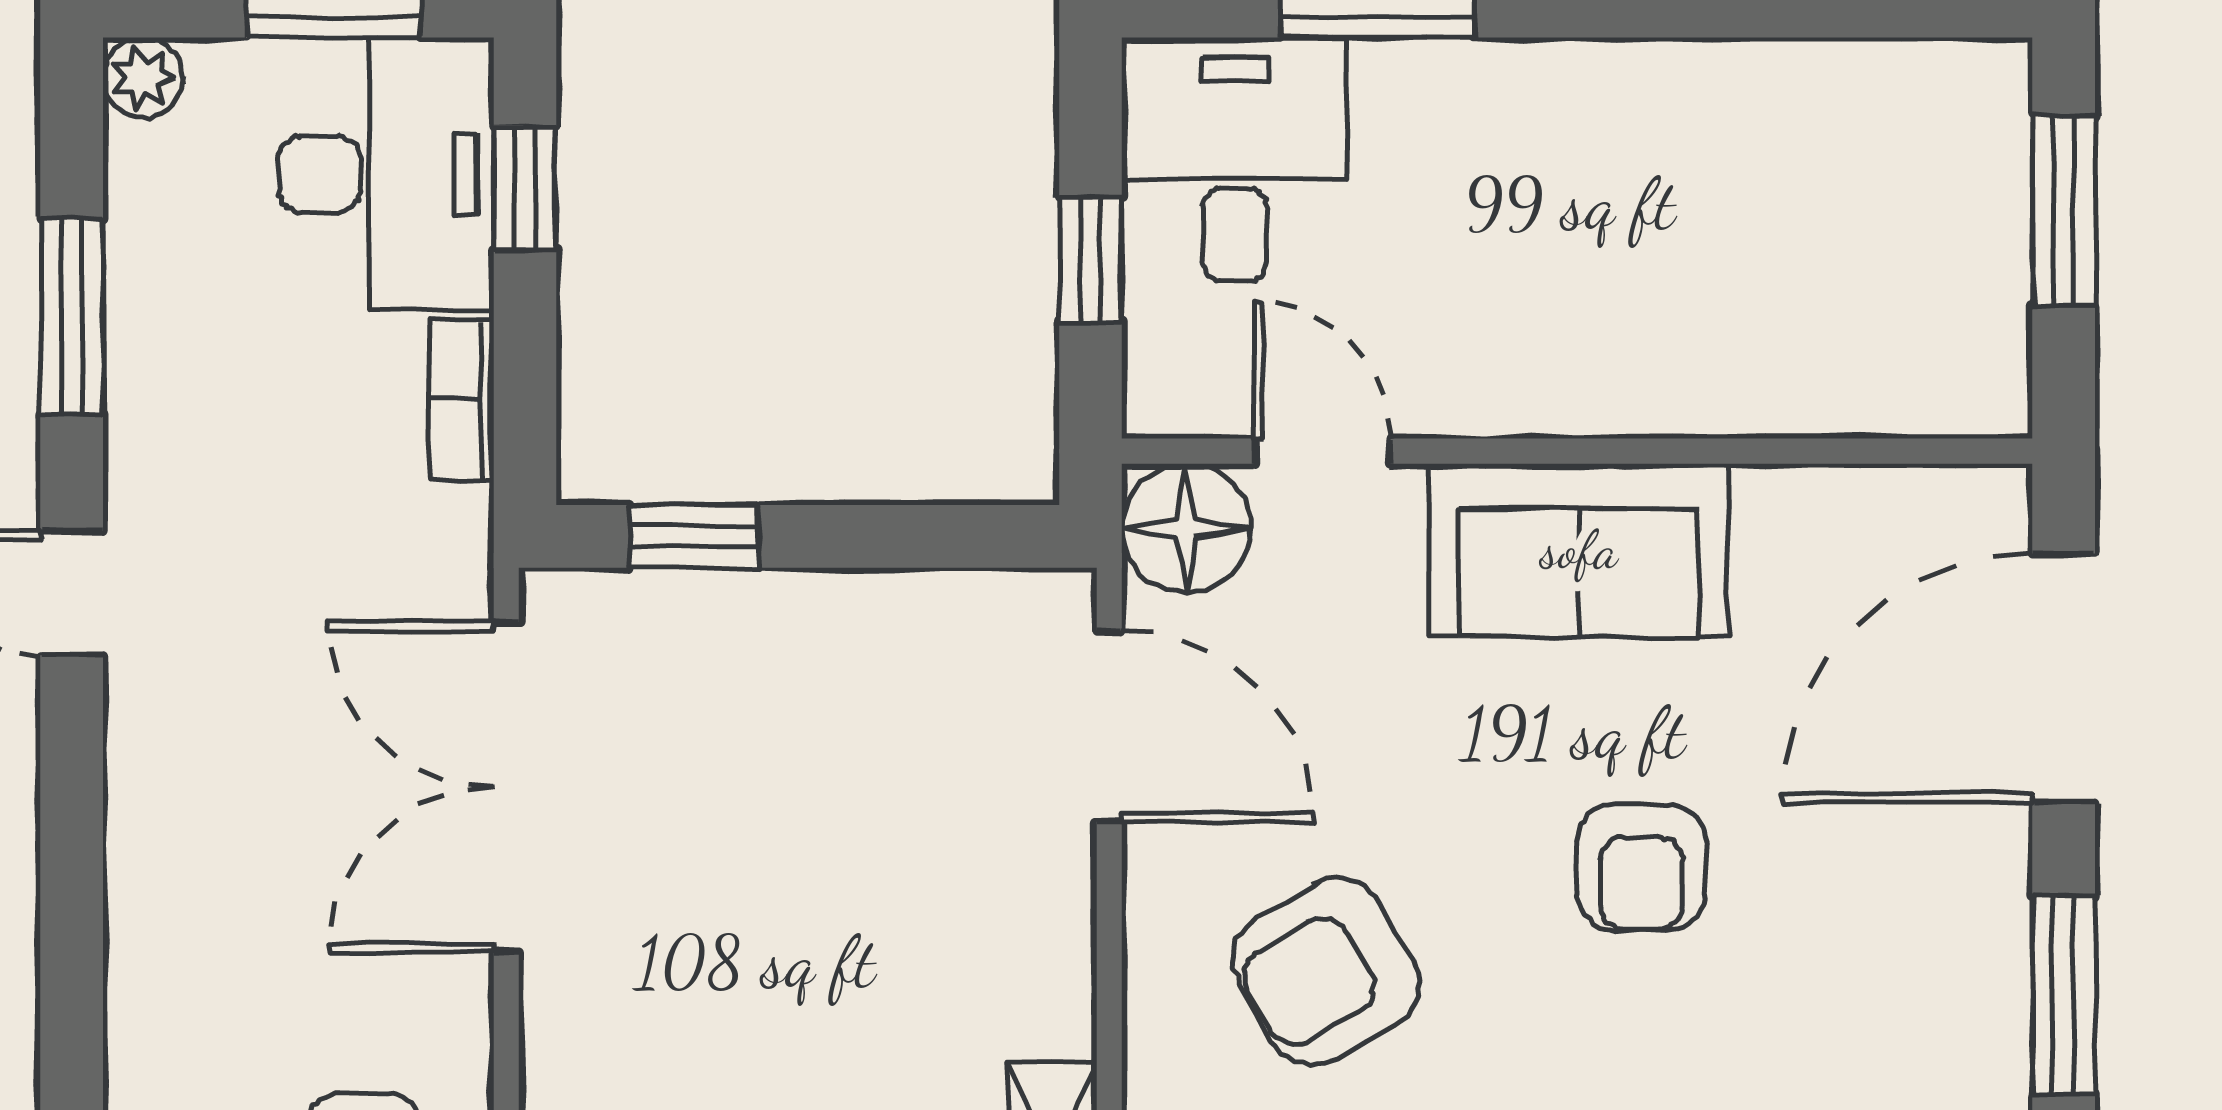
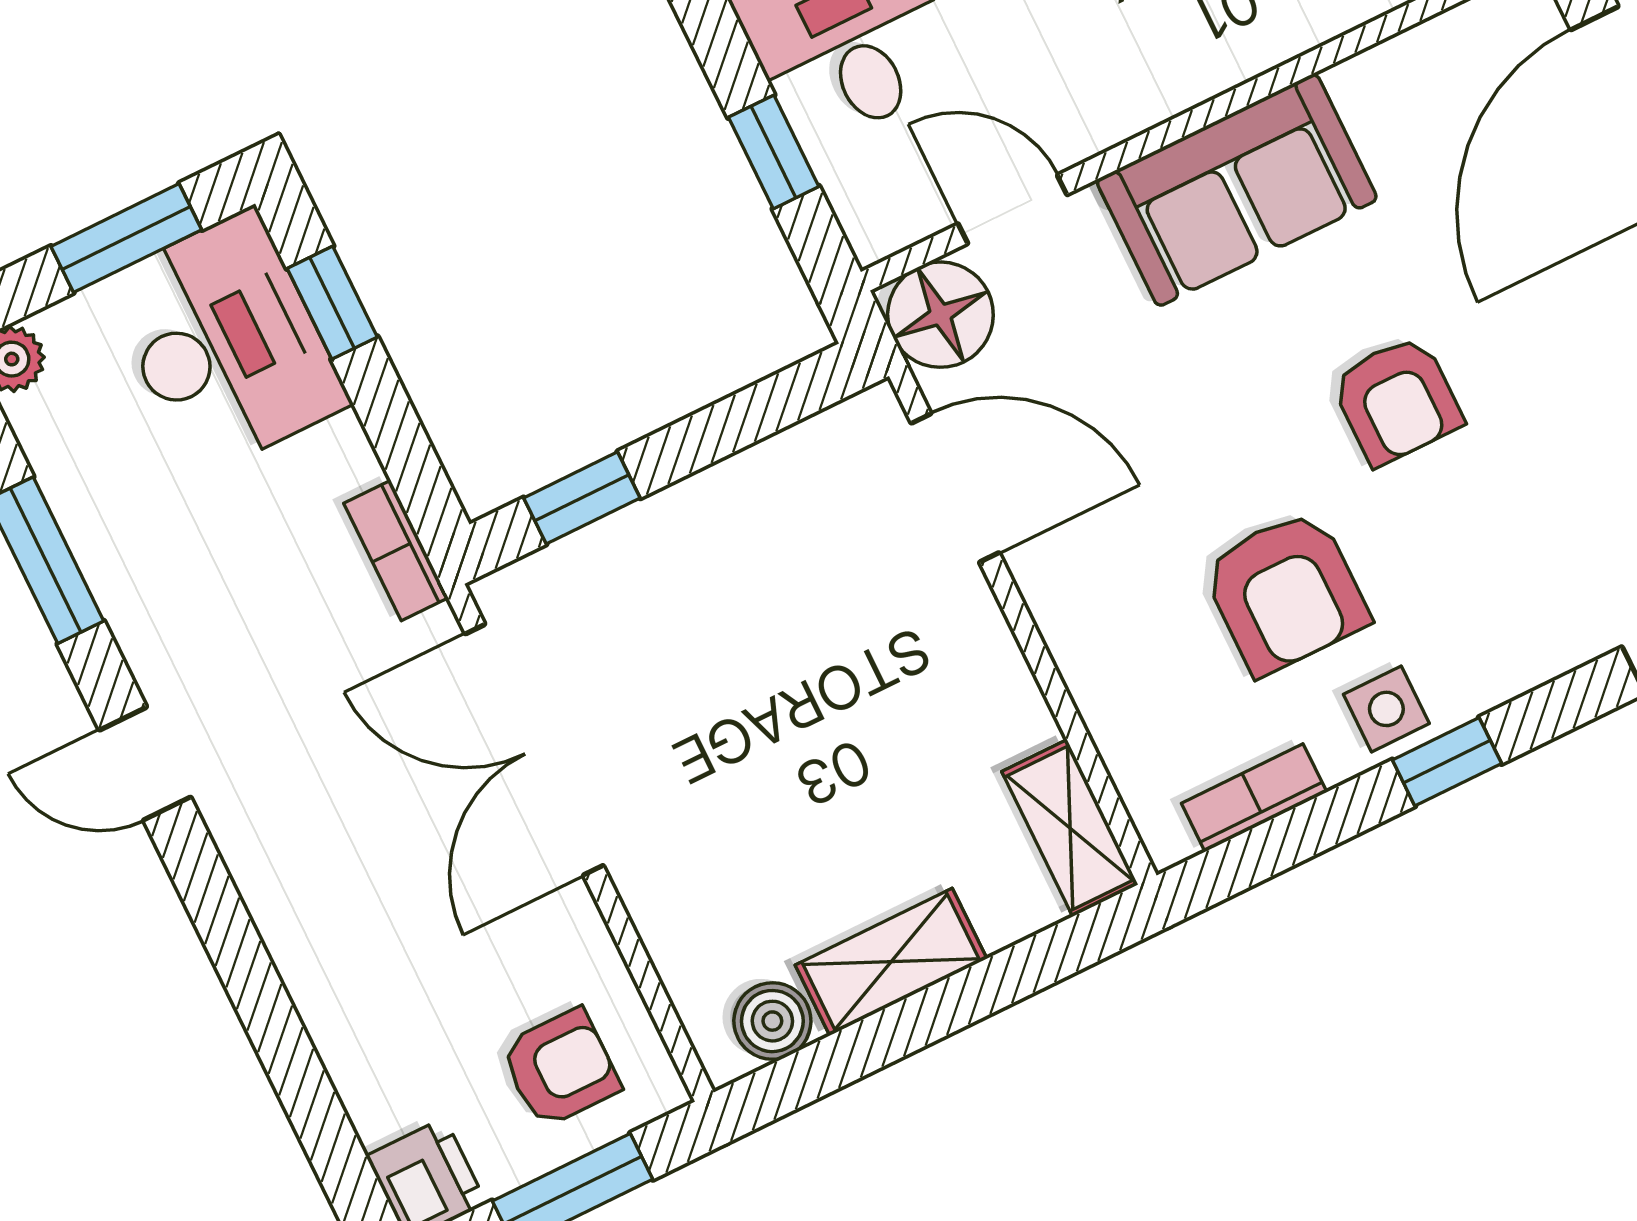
bookcase: (462, 399) -> (396, 551), moved
armchair: (1326, 972) -> (1285, 592), moved, turned -60

